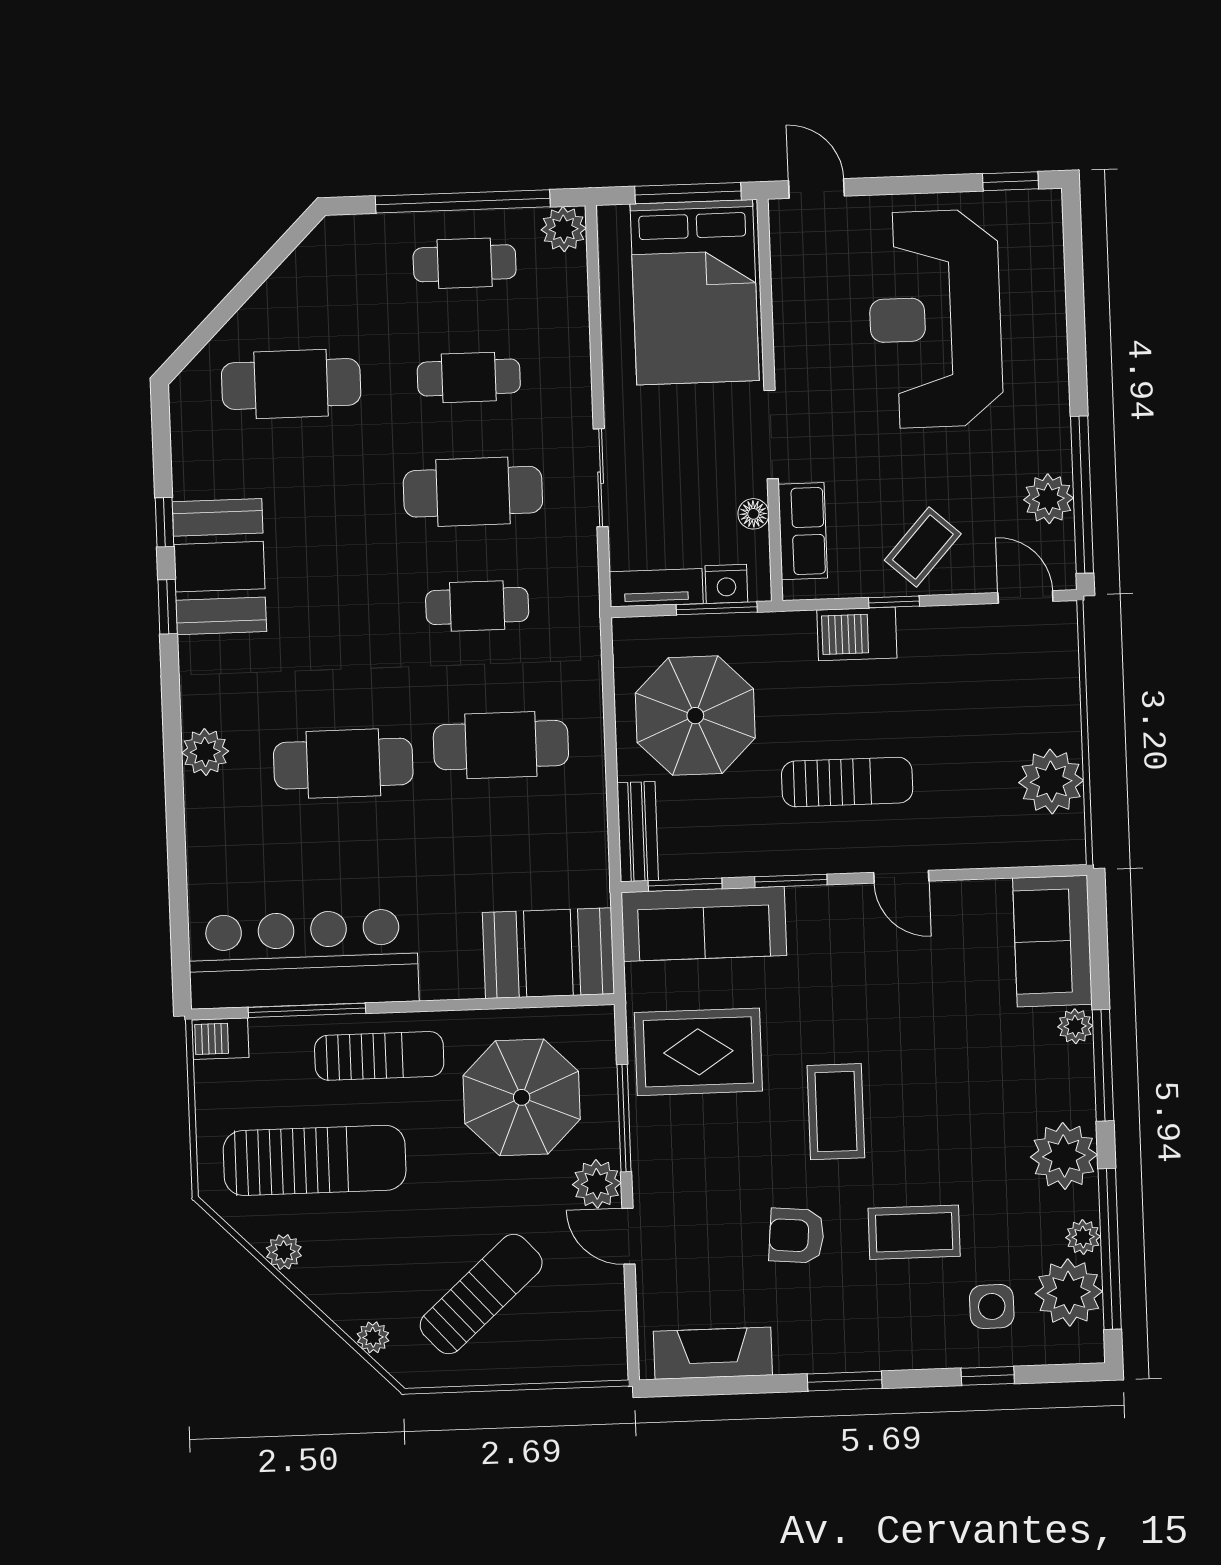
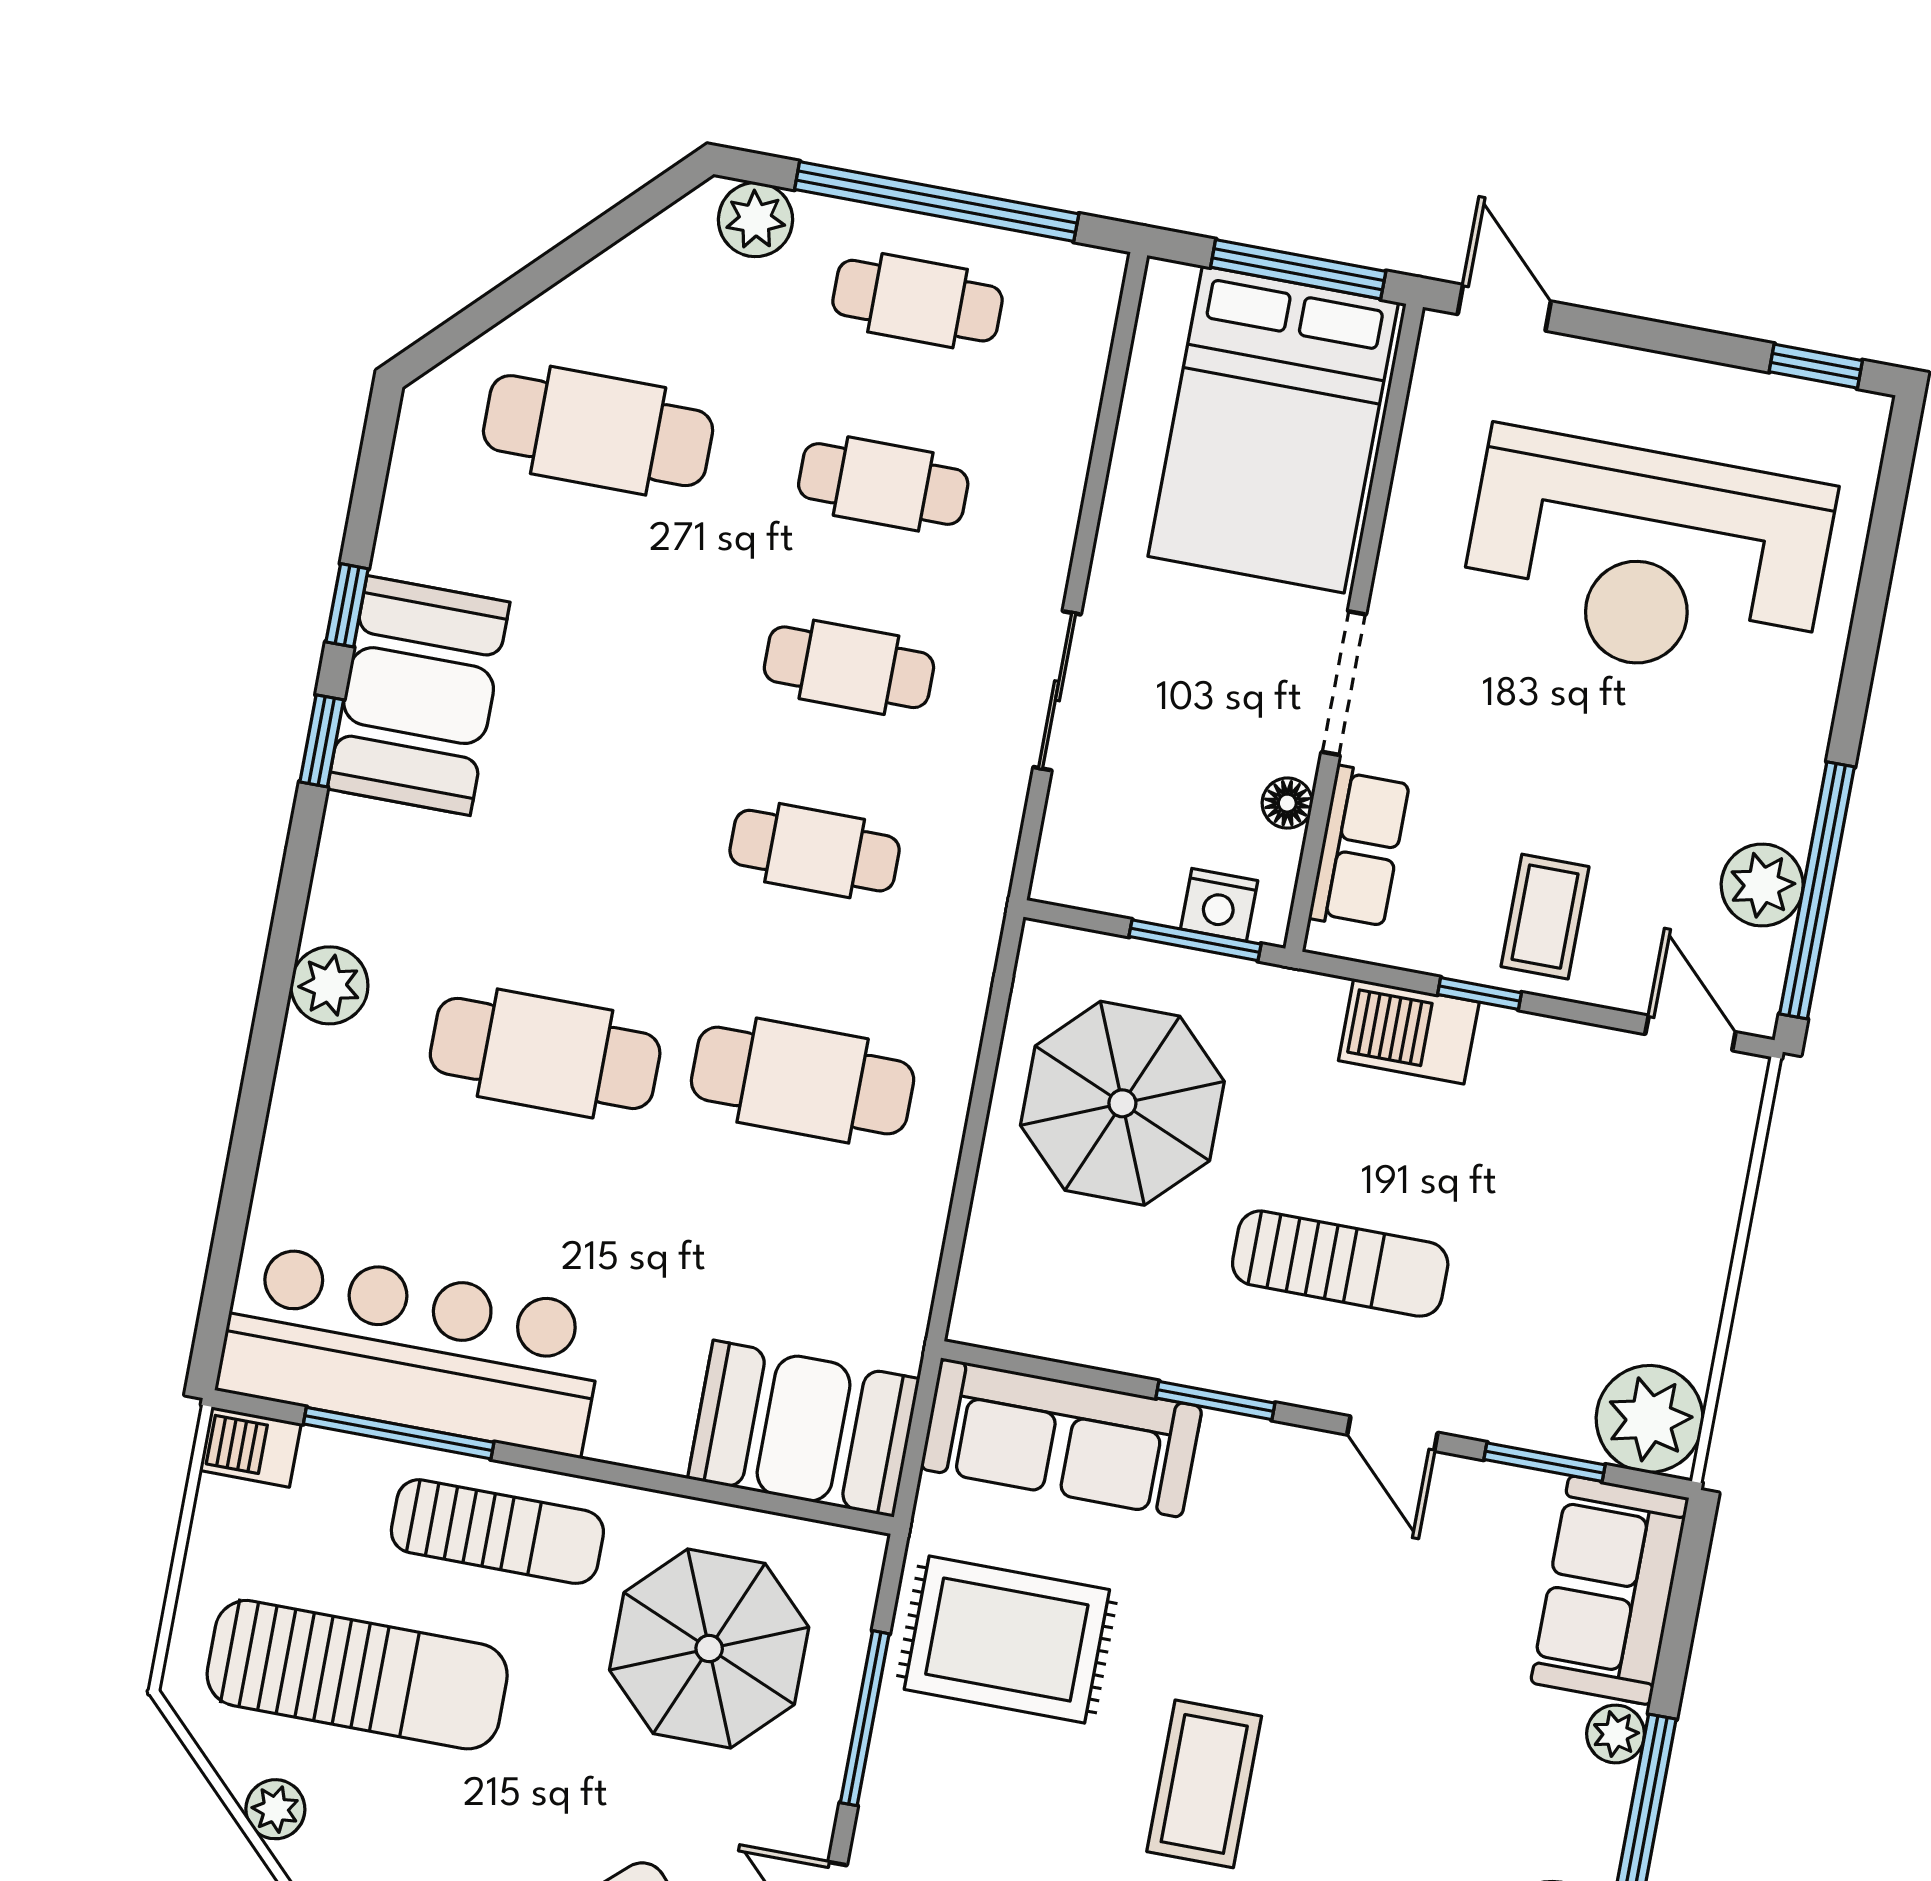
plant: (564, 229) -> (755, 220), moved
reception desk: (935, 319) -> (1646, 558), turned -90
cafe table: (473, 492) -> (849, 667), width x0.73, depth x0.74
coffee table: (923, 547) -> (1545, 917), turned -42
tv unit: (656, 588) -> (1106, 886), removed
plant: (1051, 782) -> (1650, 1419), moved
bench: (638, 832) -> (989, 1267), removed
window: (685, 885) -> (1544, 1462), moved
plant: (597, 1184) -> (798, 1813), removed

